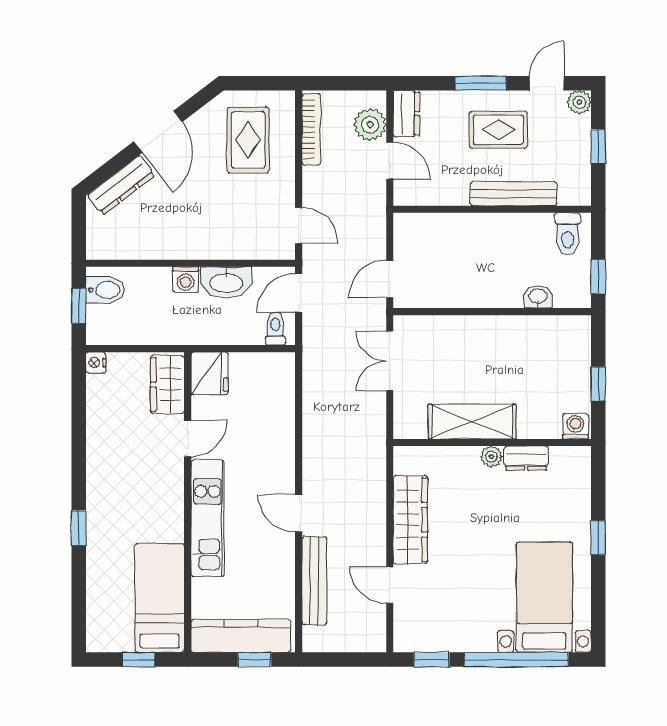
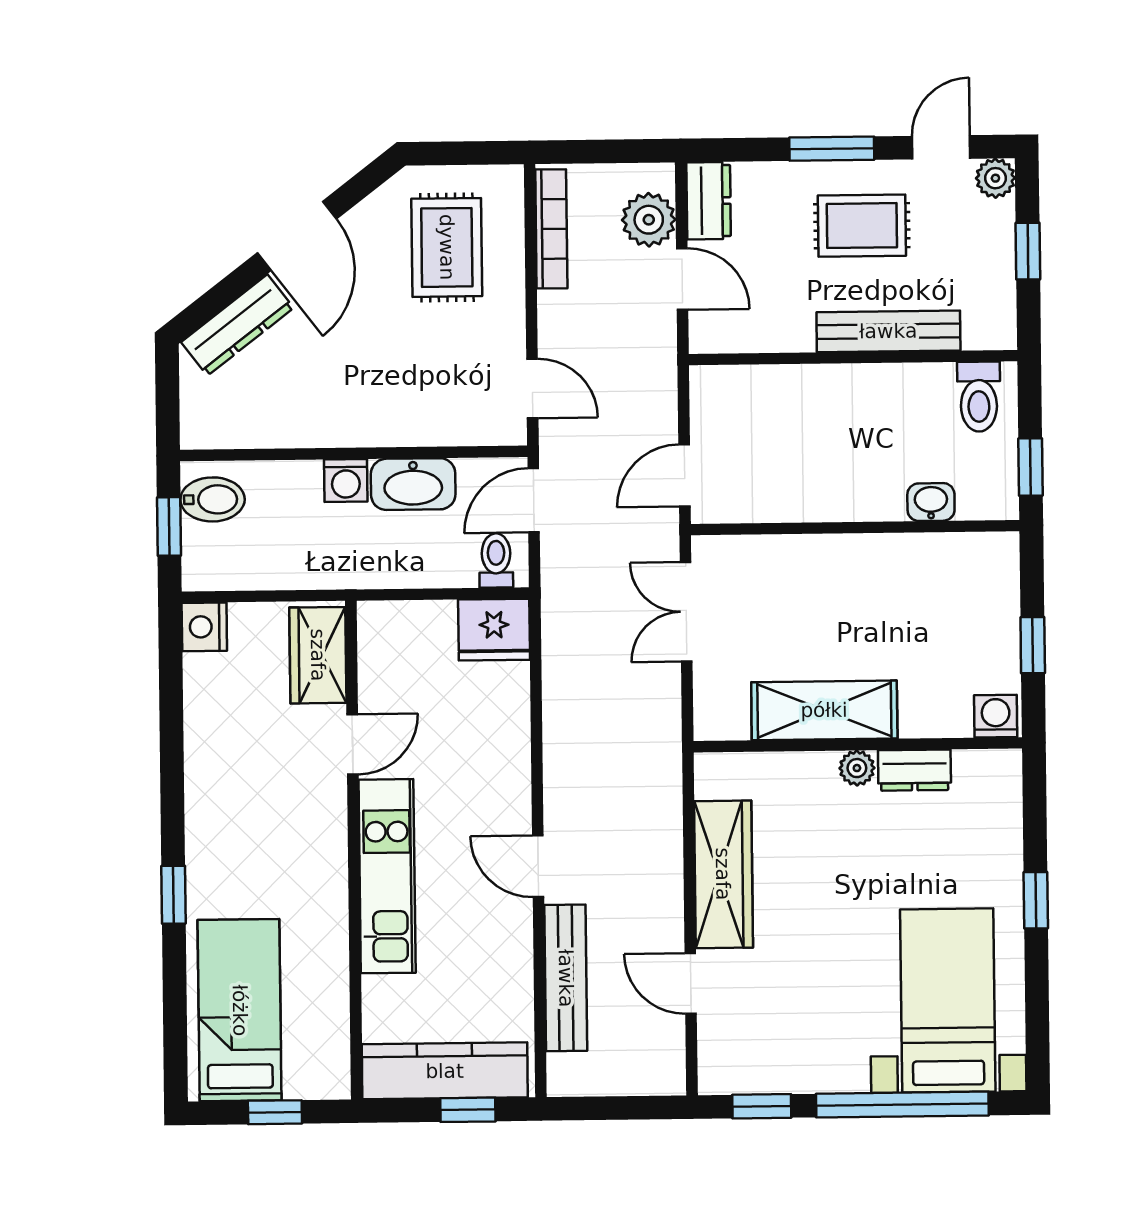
nightstand: (96, 363) -> (204, 627), width x1.39, depth x1.35
fridge: (210, 373) -> (494, 630), moved, turned 90
bed: (160, 598) -> (240, 1010), moved

